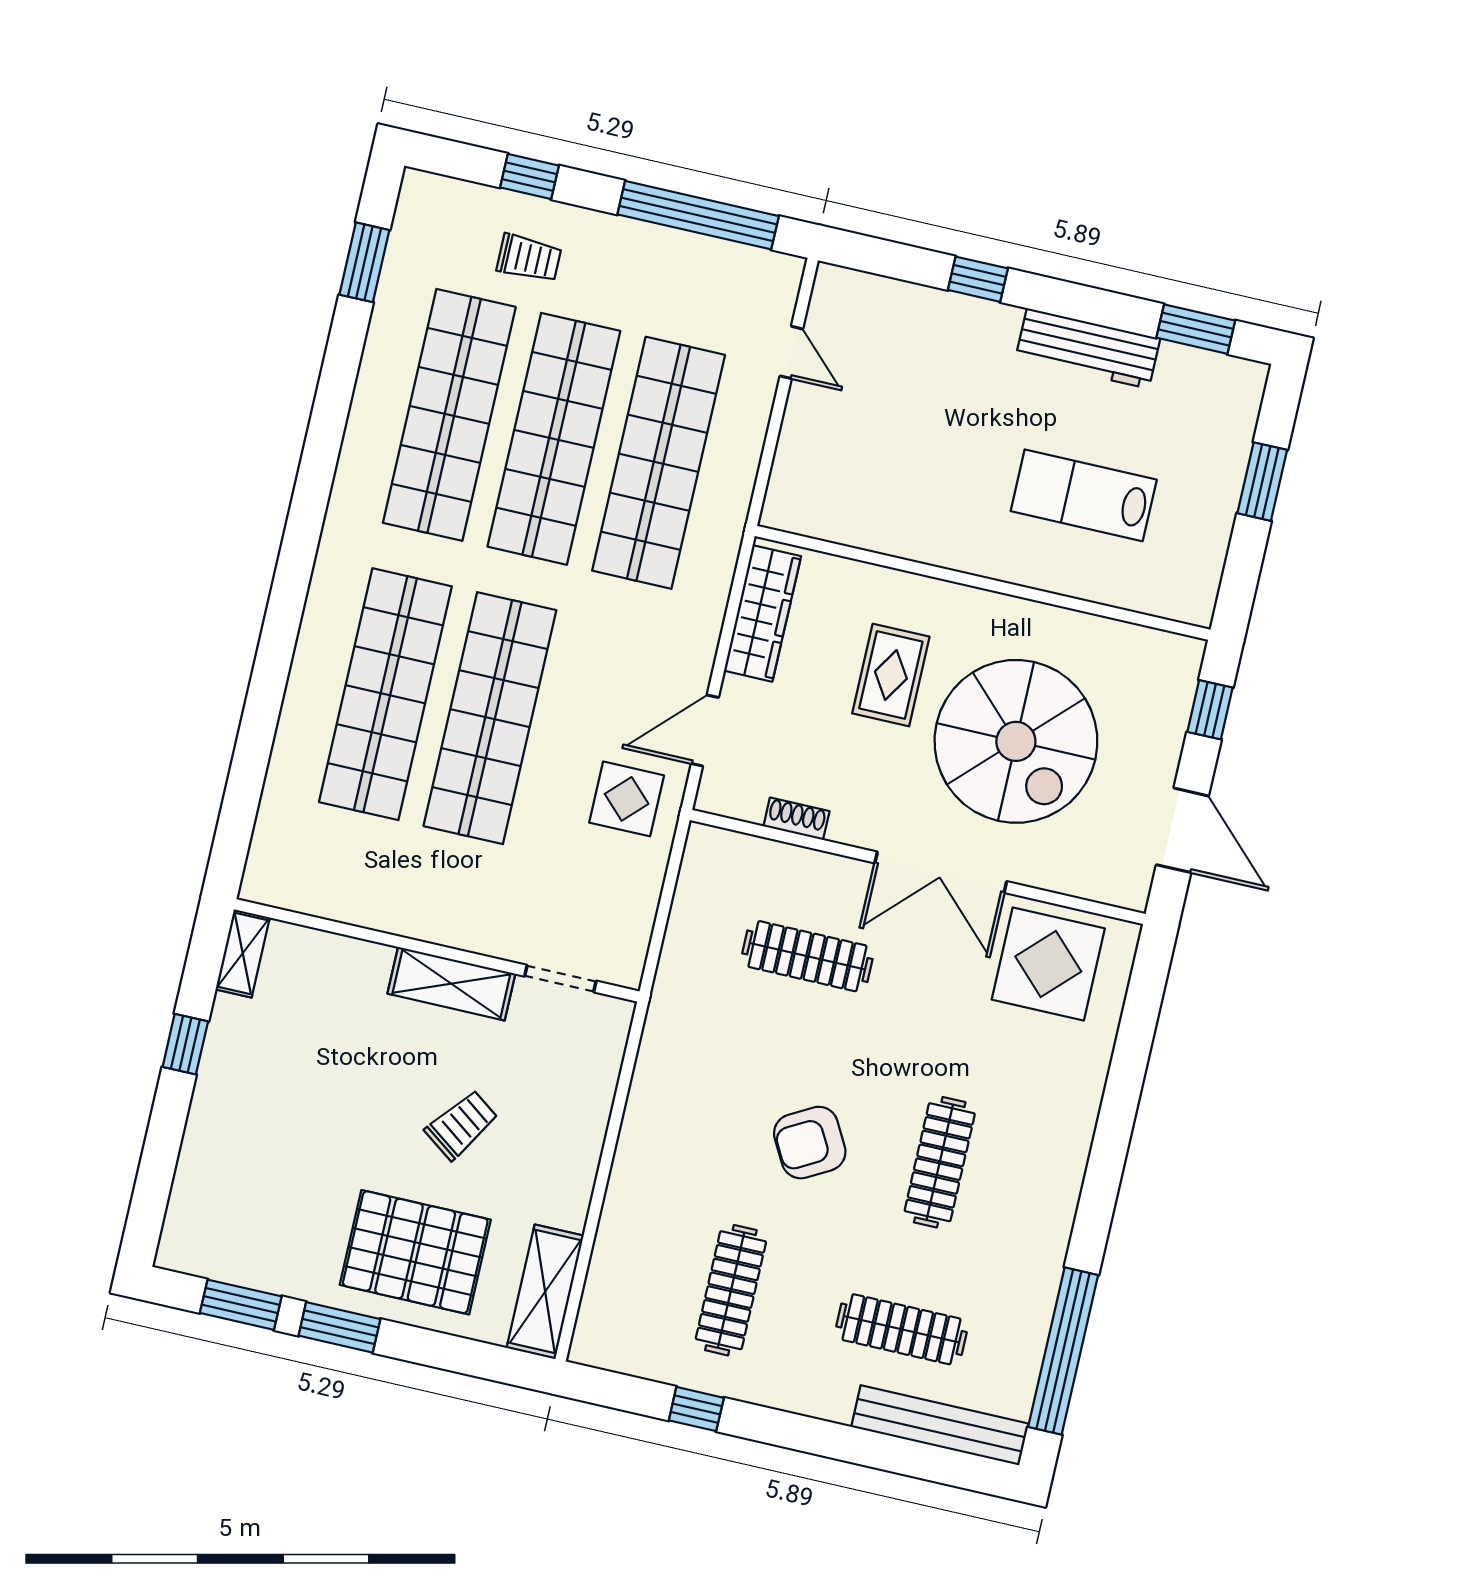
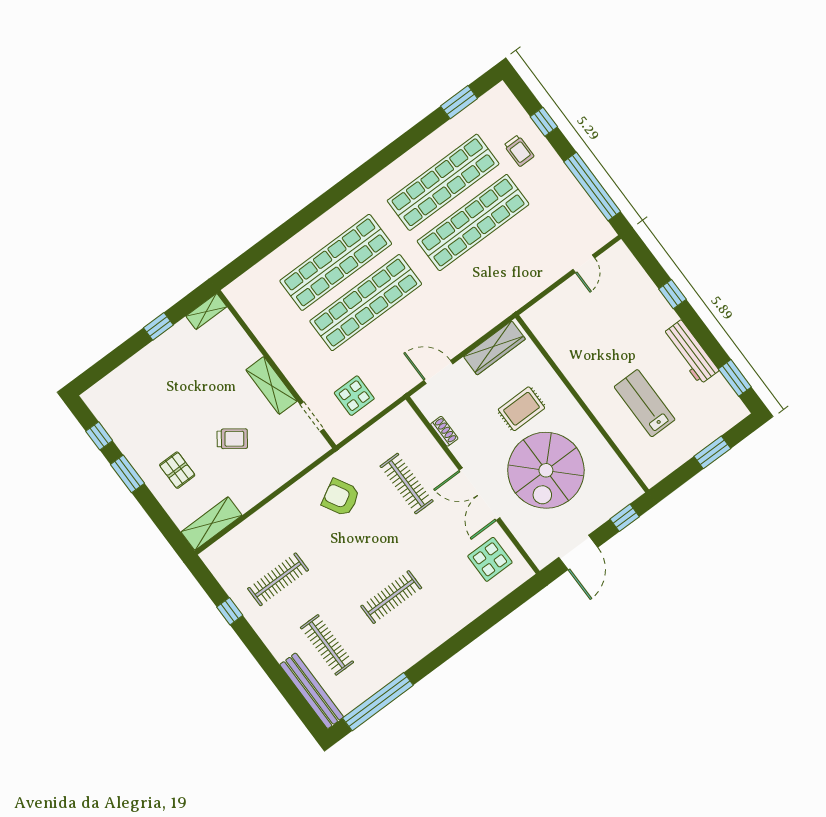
shop shelf: (659, 463) -> (503, 263), removed
display table: (627, 799) -> (354, 396), moved
display table: (1048, 964) -> (490, 559), width x0.73, depth x0.73
armchair: (810, 1143) -> (341, 497), moved
pallet: (415, 1252) -> (177, 470), width x0.49, depth x0.50
window: (241, 1305) -> (99, 436), width x0.67

